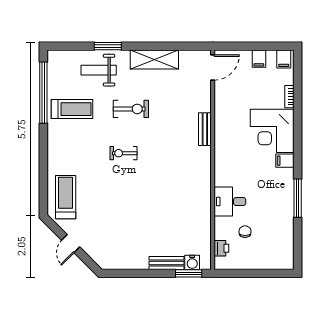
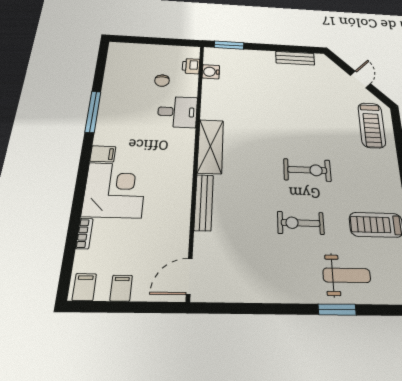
shelving: (154, 59) -> (210, 146), moved, turned 90
bench: (205, 129) -> (204, 202), width x1.36
exercise bike: (123, 153) -> (307, 170), width x1.38, depth x1.39
water cooler: (192, 262) -> (211, 72), moved, turned -90
bench: (166, 263) -> (295, 58), moved

